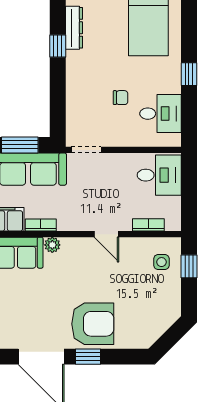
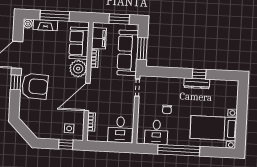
dresser: (74, 28) -> (197, 83), moved
window: (189, 74) -> (179, 150), width x3.17
door: (107, 234) -> (87, 97), width x1.88
plant: (52, 245) -> (78, 69), width x1.87, depth x1.87
armchair: (93, 324) -> (35, 86), turned -87

